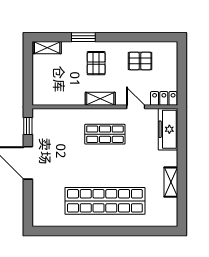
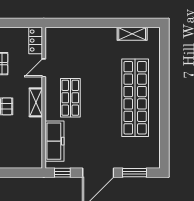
freezer: (168, 129) -> (55, 141), moved, turned -90
shelving: (171, 182) -> (132, 34), moved
window: (28, 200) -> (134, 173), added

